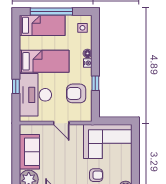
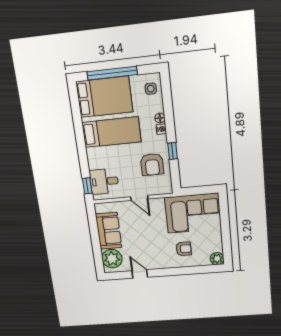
bed: (42, 25) -> (104, 97), width x1.50
window: (16, 86) -> (87, 186), moved
armchair: (76, 93) -> (152, 164), turned -90
desk: (35, 95) -> (104, 181), width x0.53, depth x0.77

